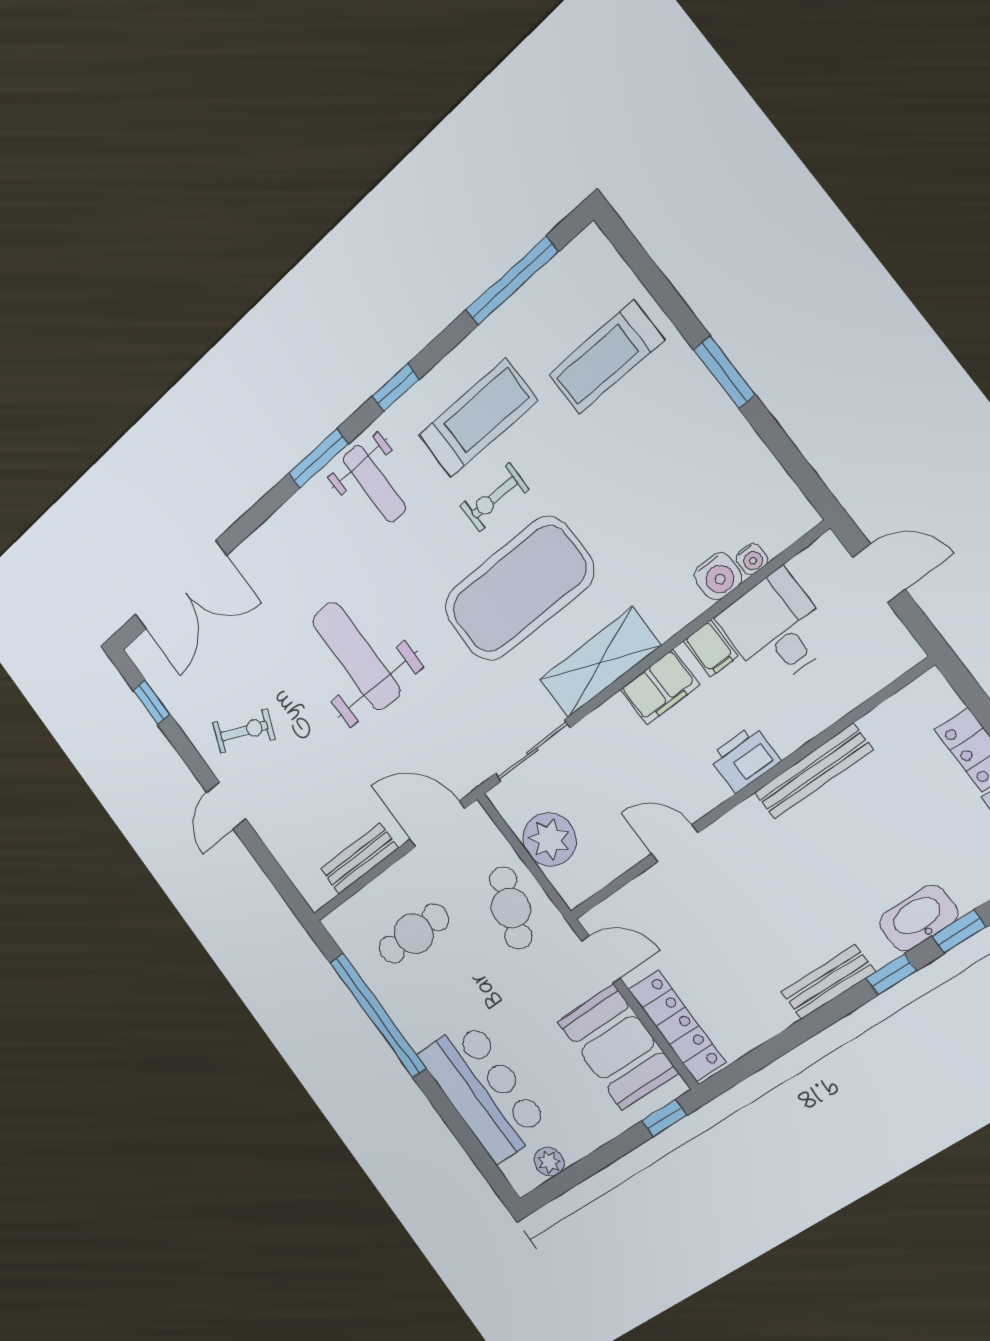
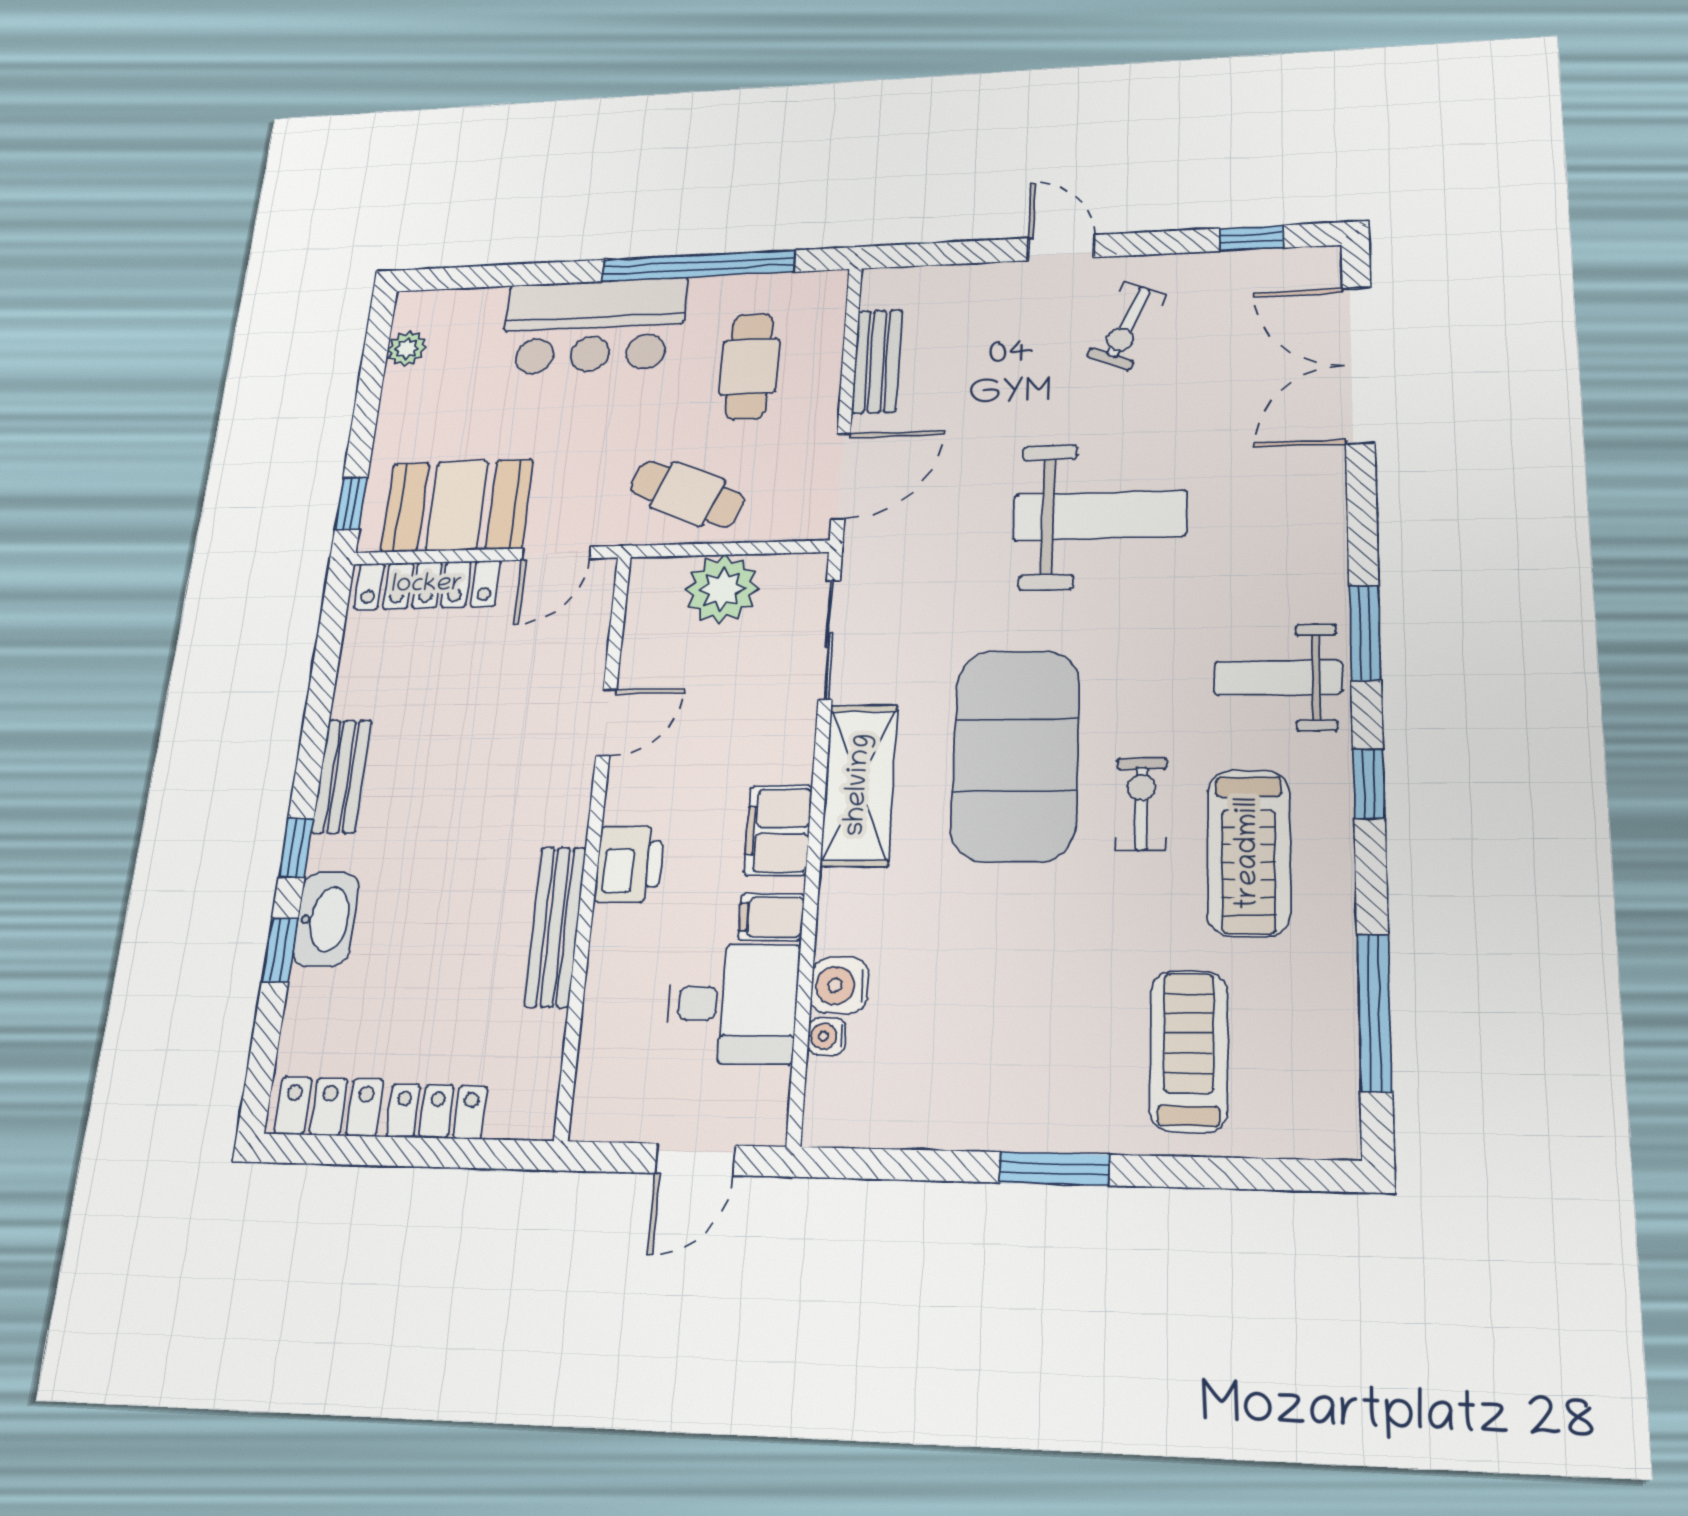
bar counter: (484, 1091) -> (593, 326), moved

